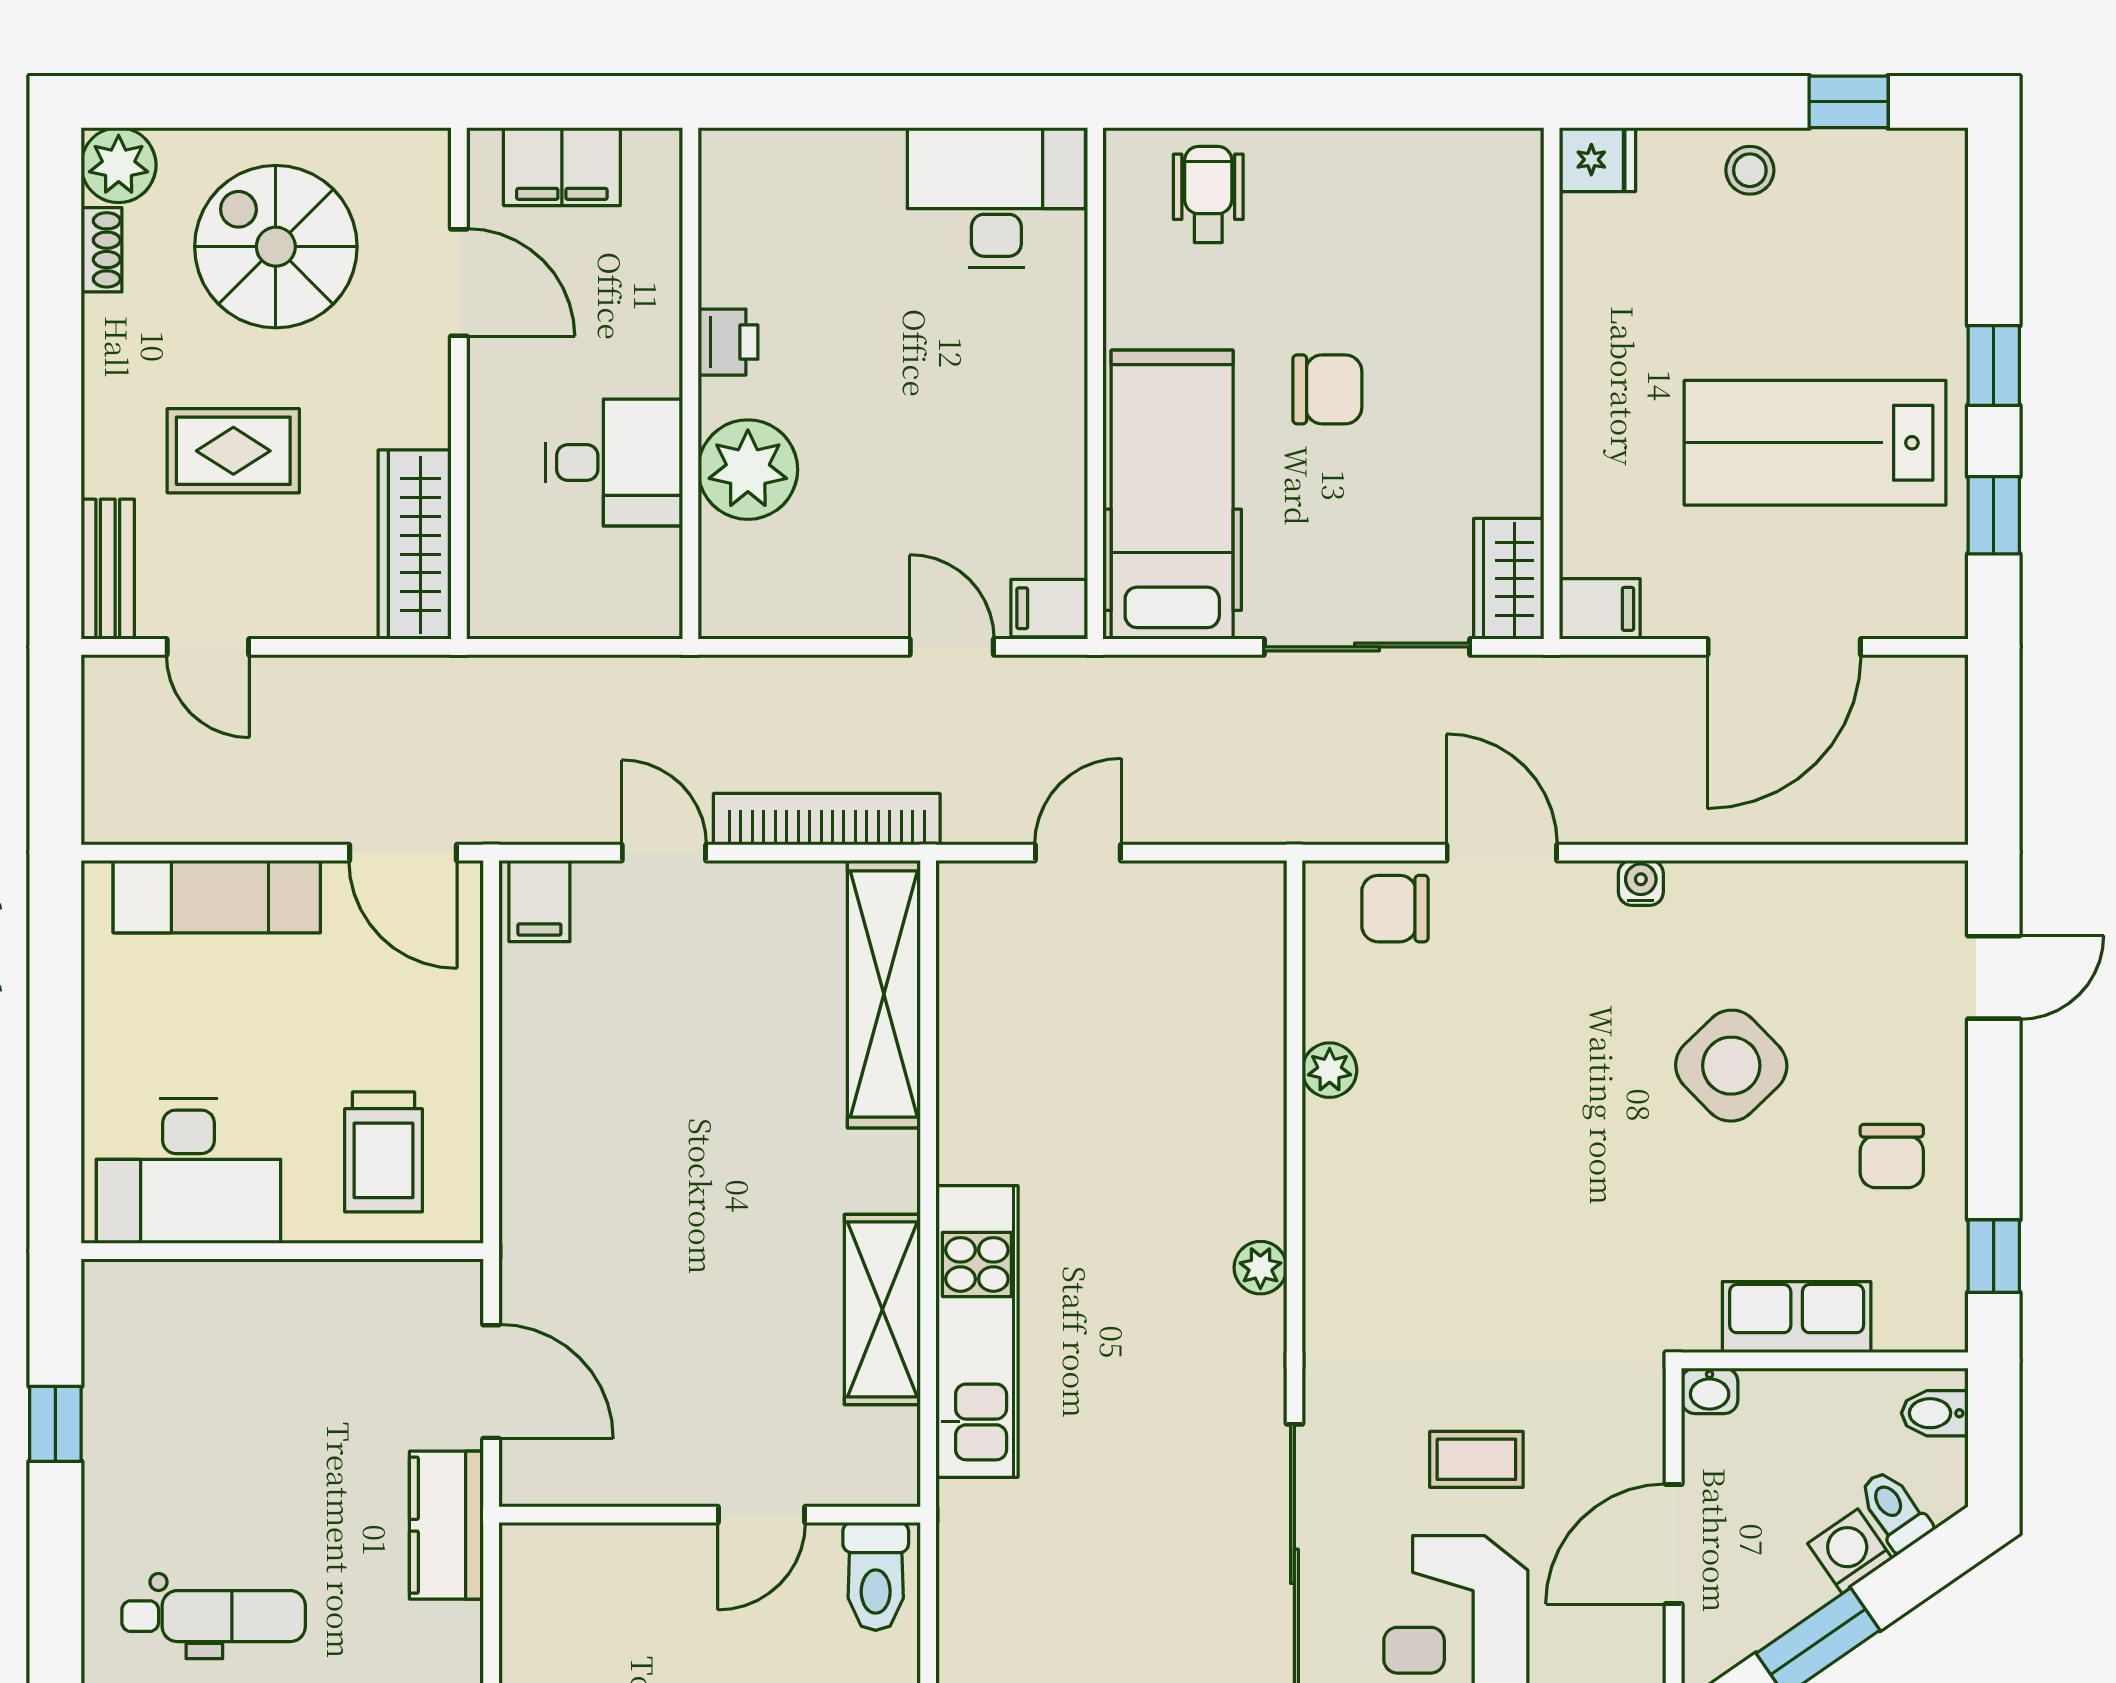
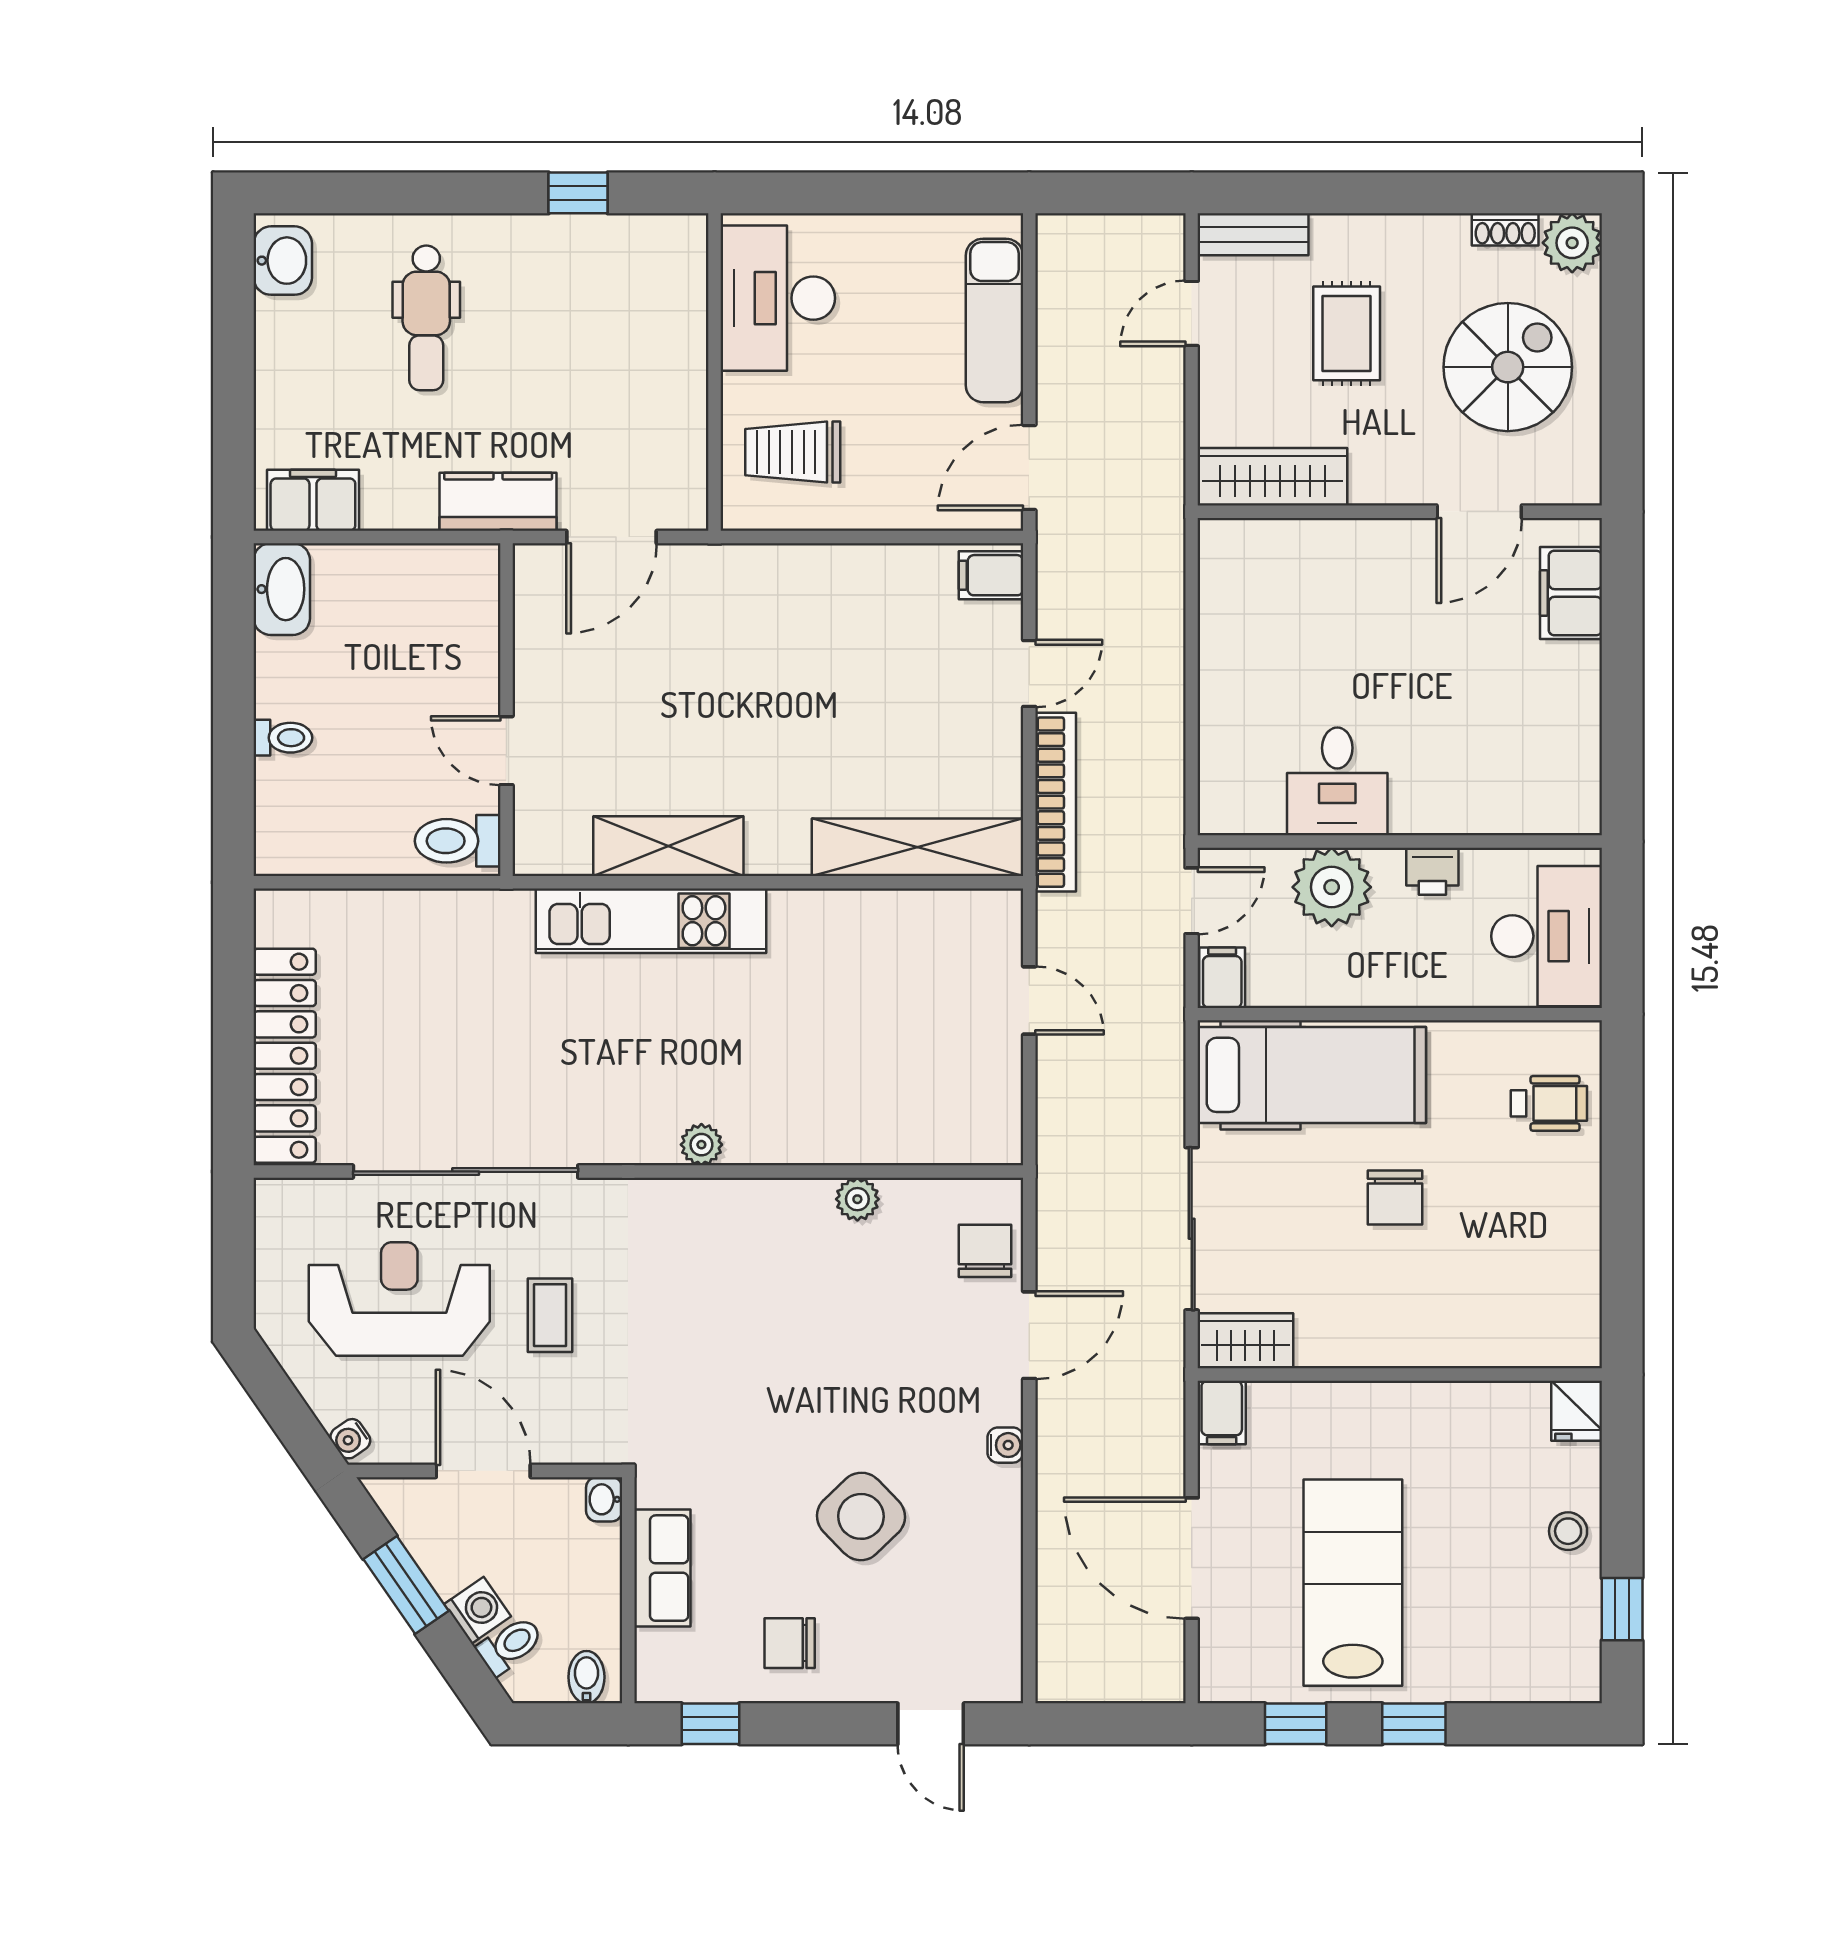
printer: (728, 342) -> (1432, 871), moved
wall: (690, 383) -> (1400, 842), moved
desk: (614, 462) -> (1337, 781), moved
plant: (748, 470) -> (1332, 887), moved

